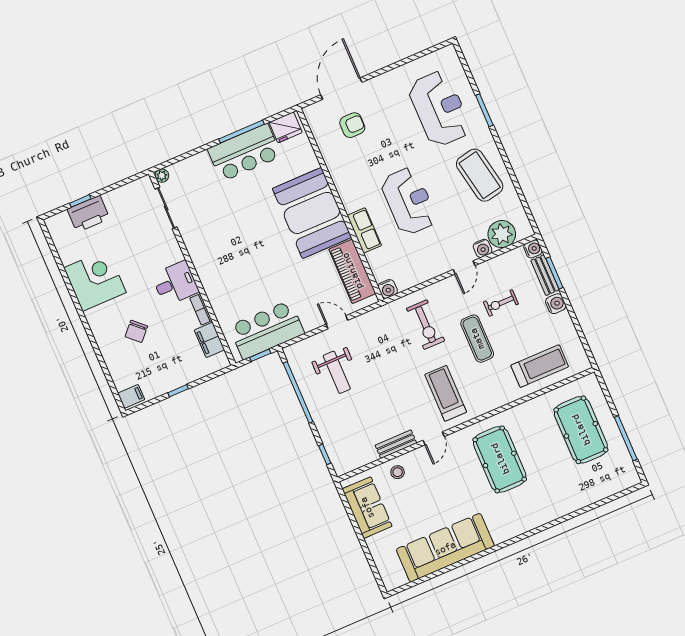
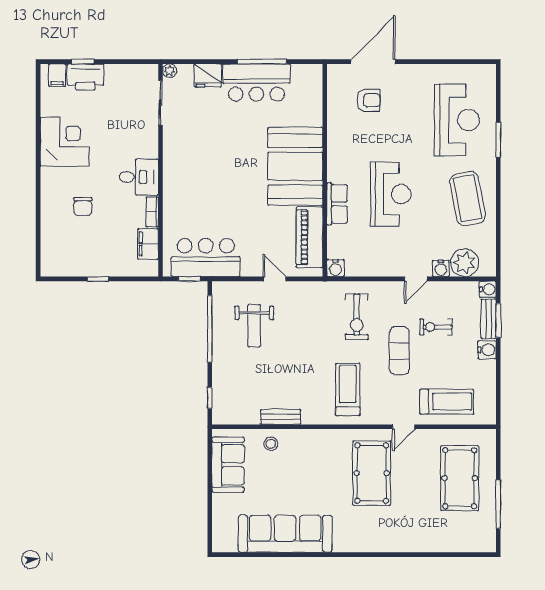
fridge: (286, 127) -> (208, 75), moved
chair: (136, 331) -> (83, 206), turned -43
filing cabinet: (131, 396) -> (57, 75), moved, turned 90
door: (434, 438) -> (404, 427), moved

